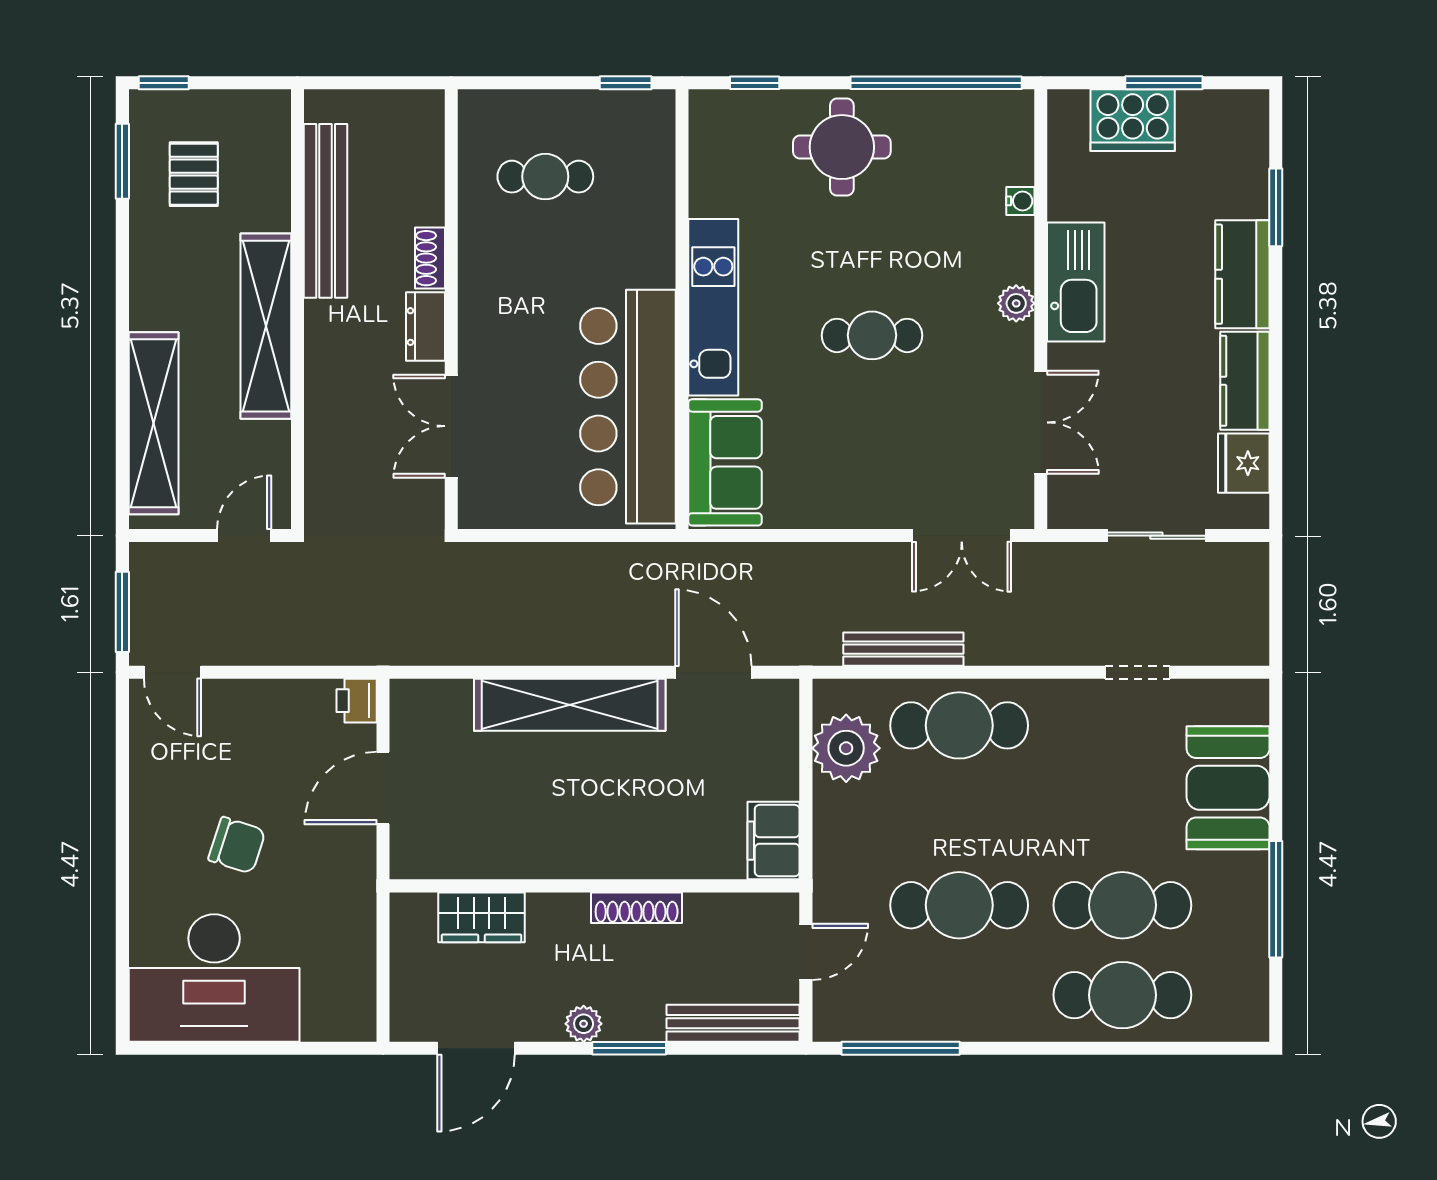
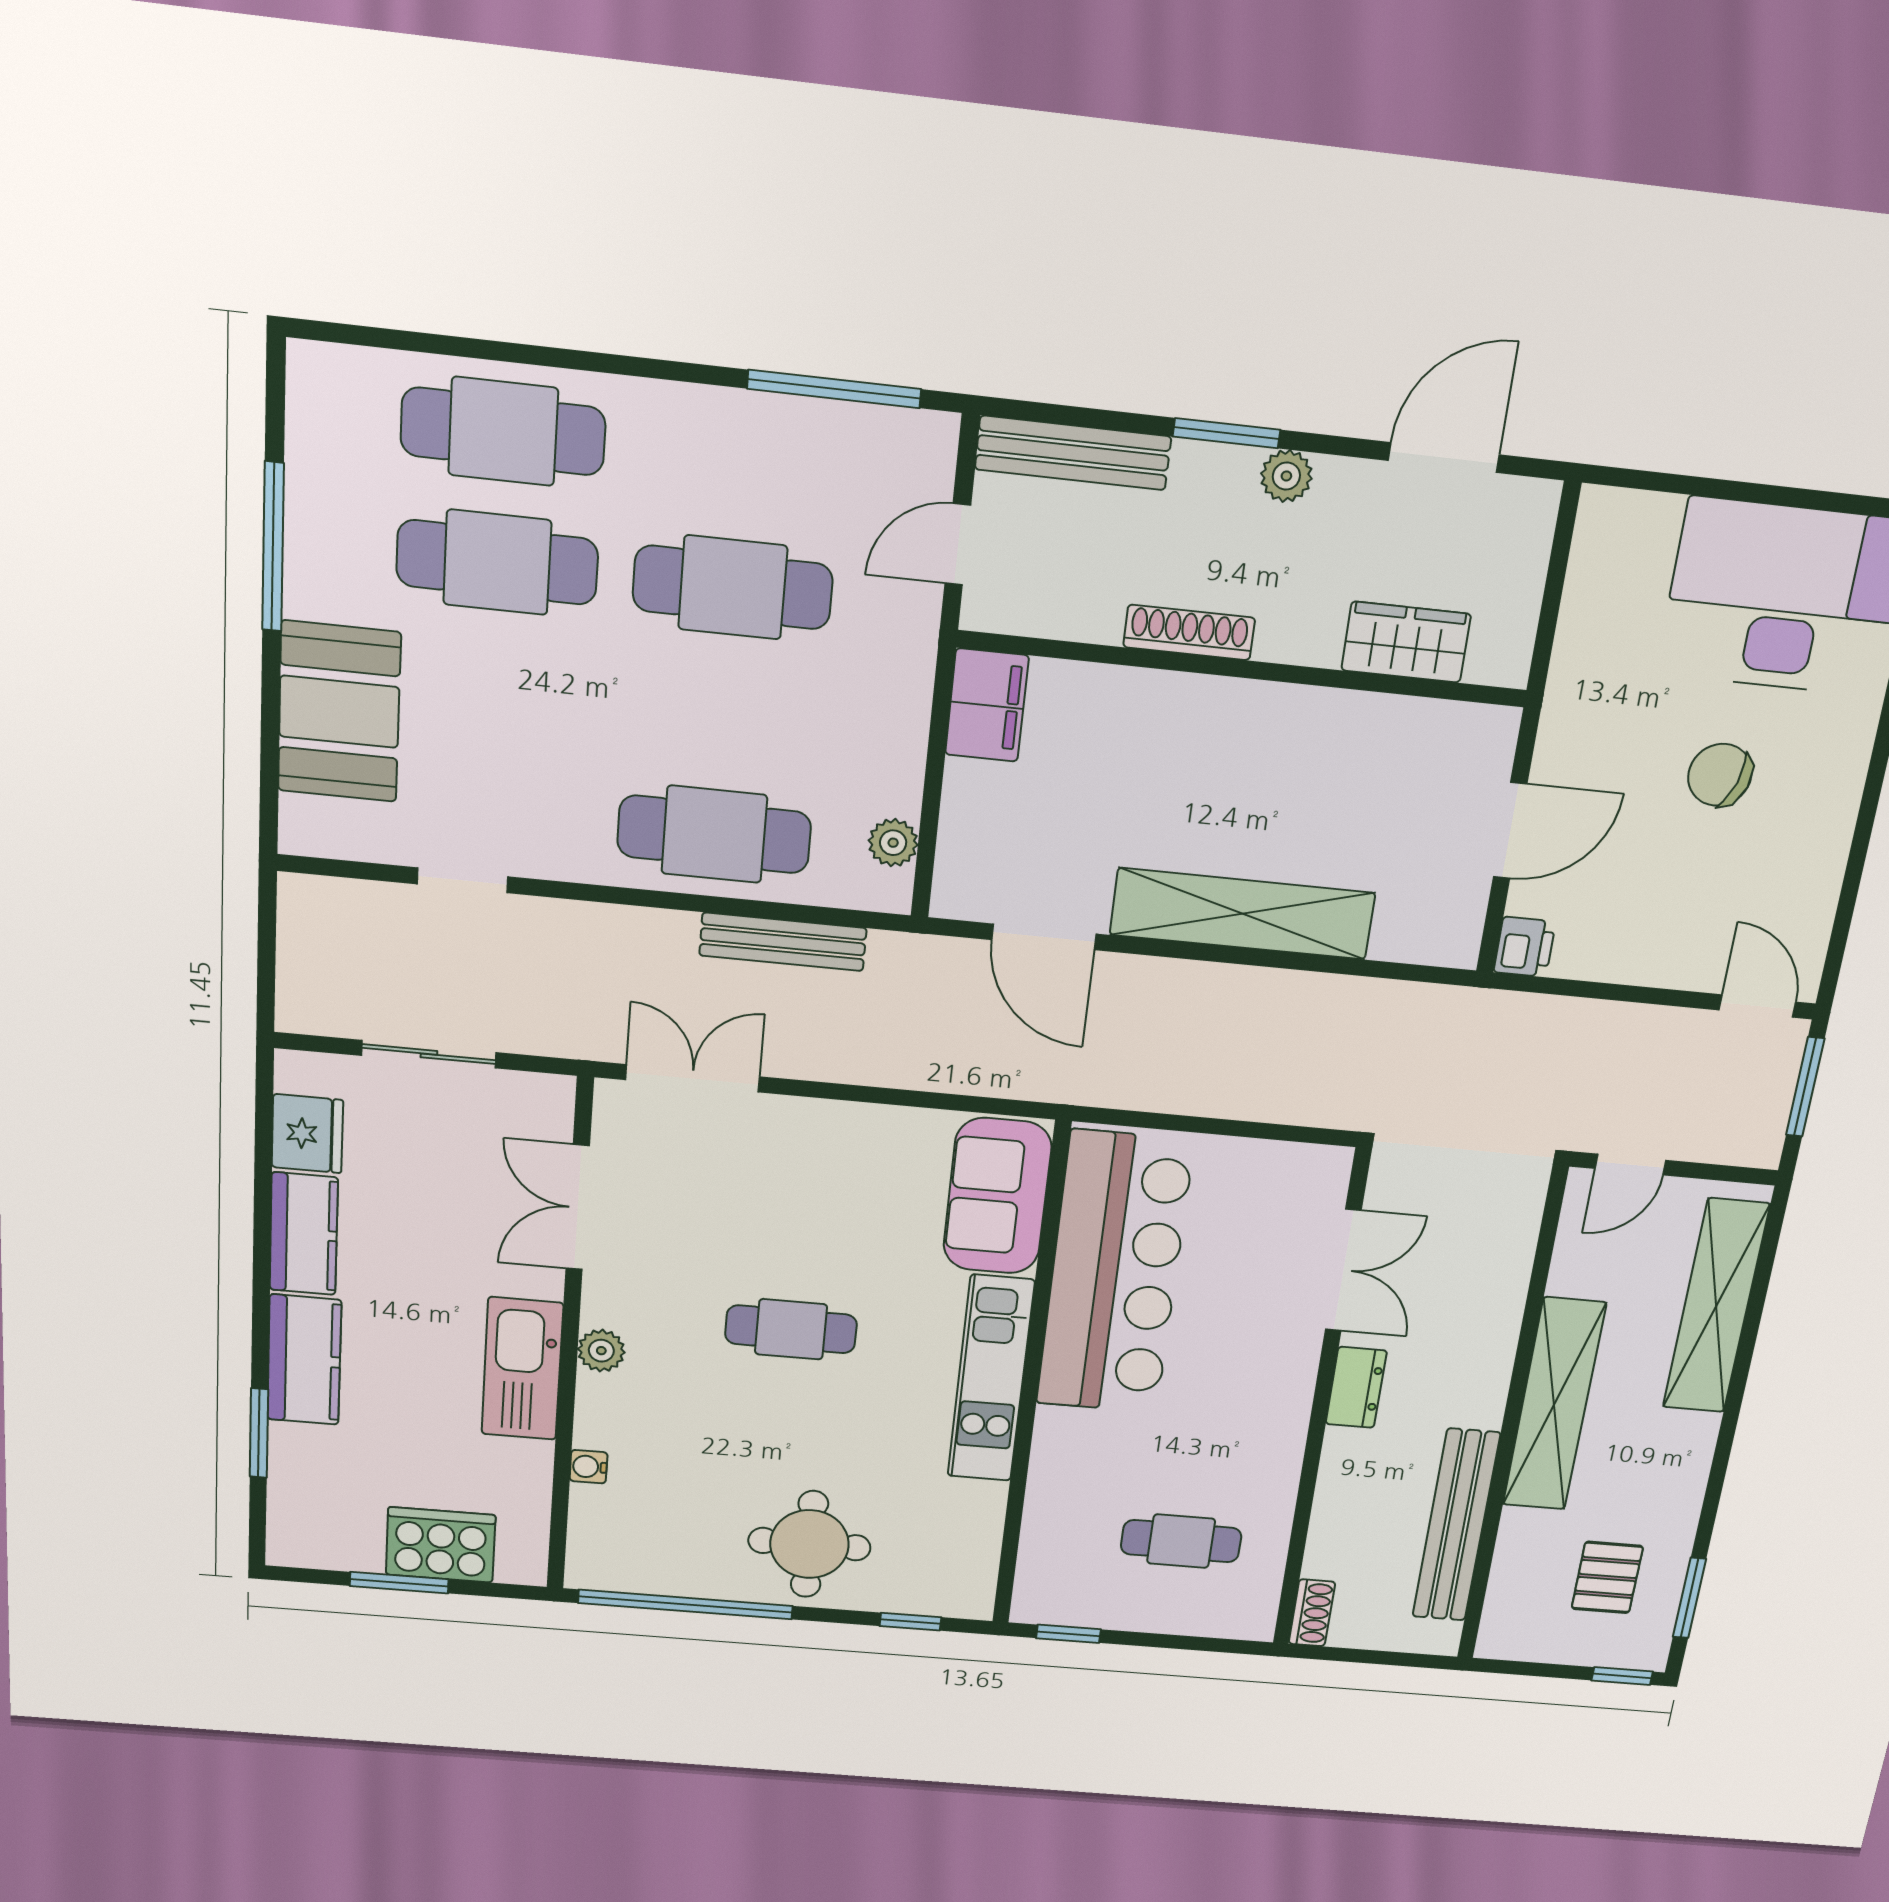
shoe rack: (430, 258) -> (1312, 1613), moved
plant: (846, 748) -> (893, 843), width x0.53, depth x0.53

